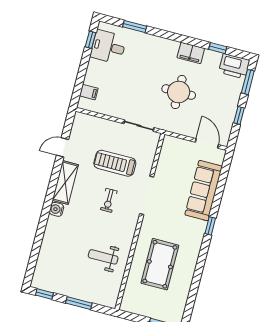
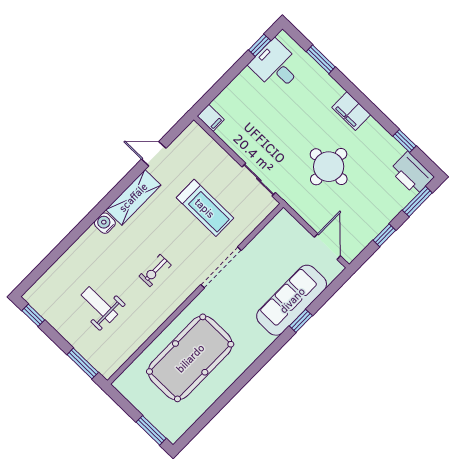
filing cabinet: (191, 53) -> (351, 111), moved
filing cabinet: (89, 92) -> (211, 118), moved
treadmill: (115, 163) -> (205, 208), turned 180
exercise bike: (109, 200) -> (155, 271), moved
window: (210, 226) -> (301, 321), moved
weight bench: (103, 257) -> (99, 305), moved
pool table: (160, 264) -> (190, 358), width x1.36, depth x1.32
window: (79, 303) -> (83, 364), moved

